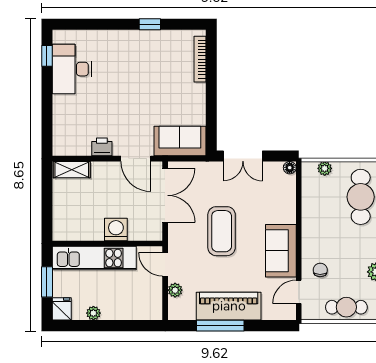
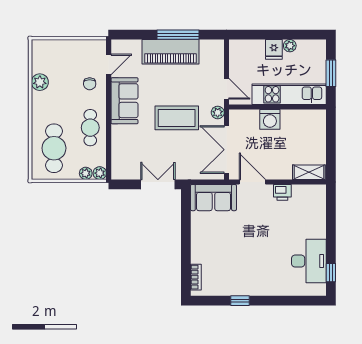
bookcase: (200, 59) -> (196, 277), width x0.64
floor lamp: (290, 168) -> (117, 174), removed
plant: (309, 169) -> (100, 173), added
coffee table: (222, 231) -> (177, 118), turned 90
plant: (175, 290) -> (218, 112), moved
cafe table: (346, 307) -> (90, 128), moved, turned 90
fridge: (62, 309) -> (274, 49), moved

